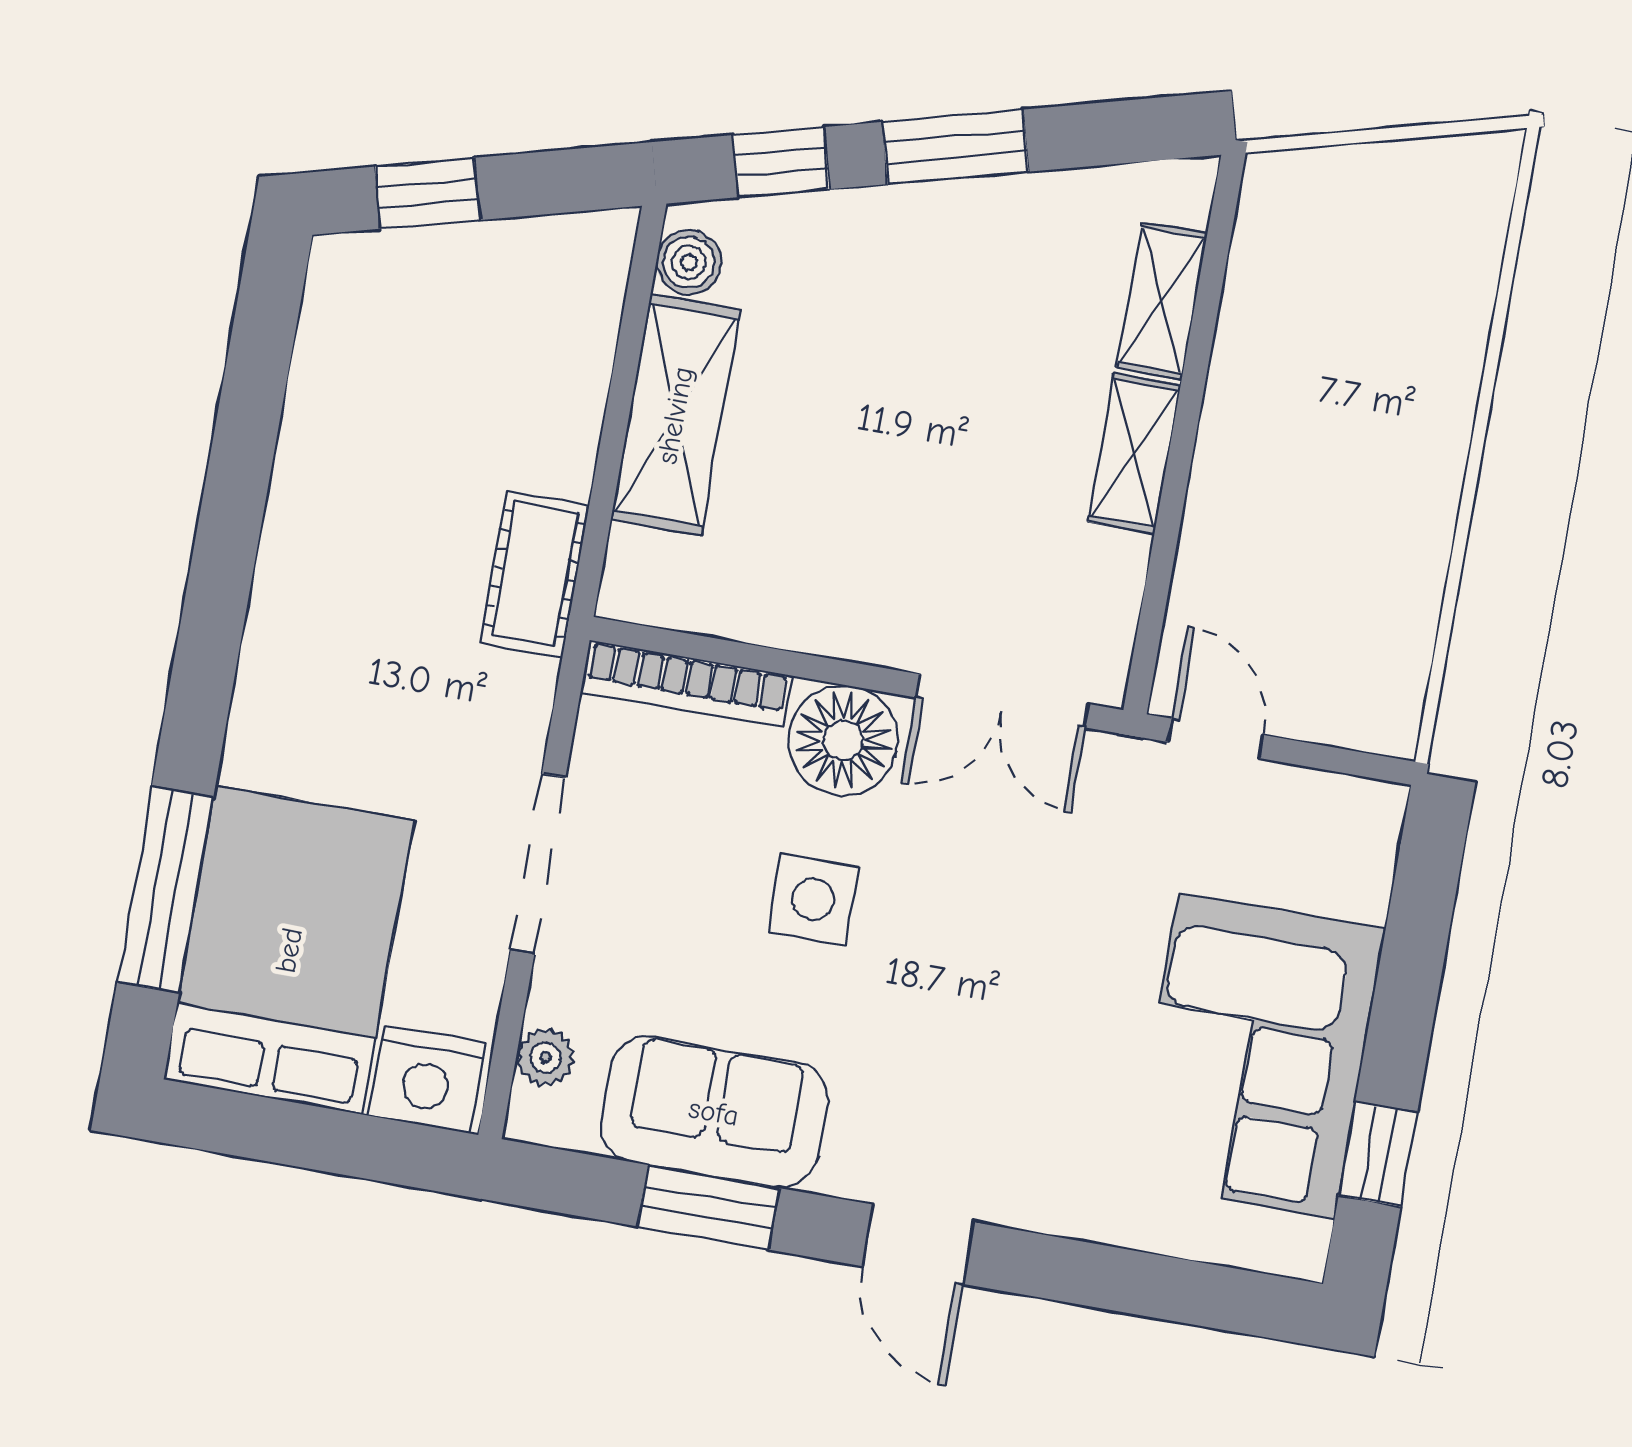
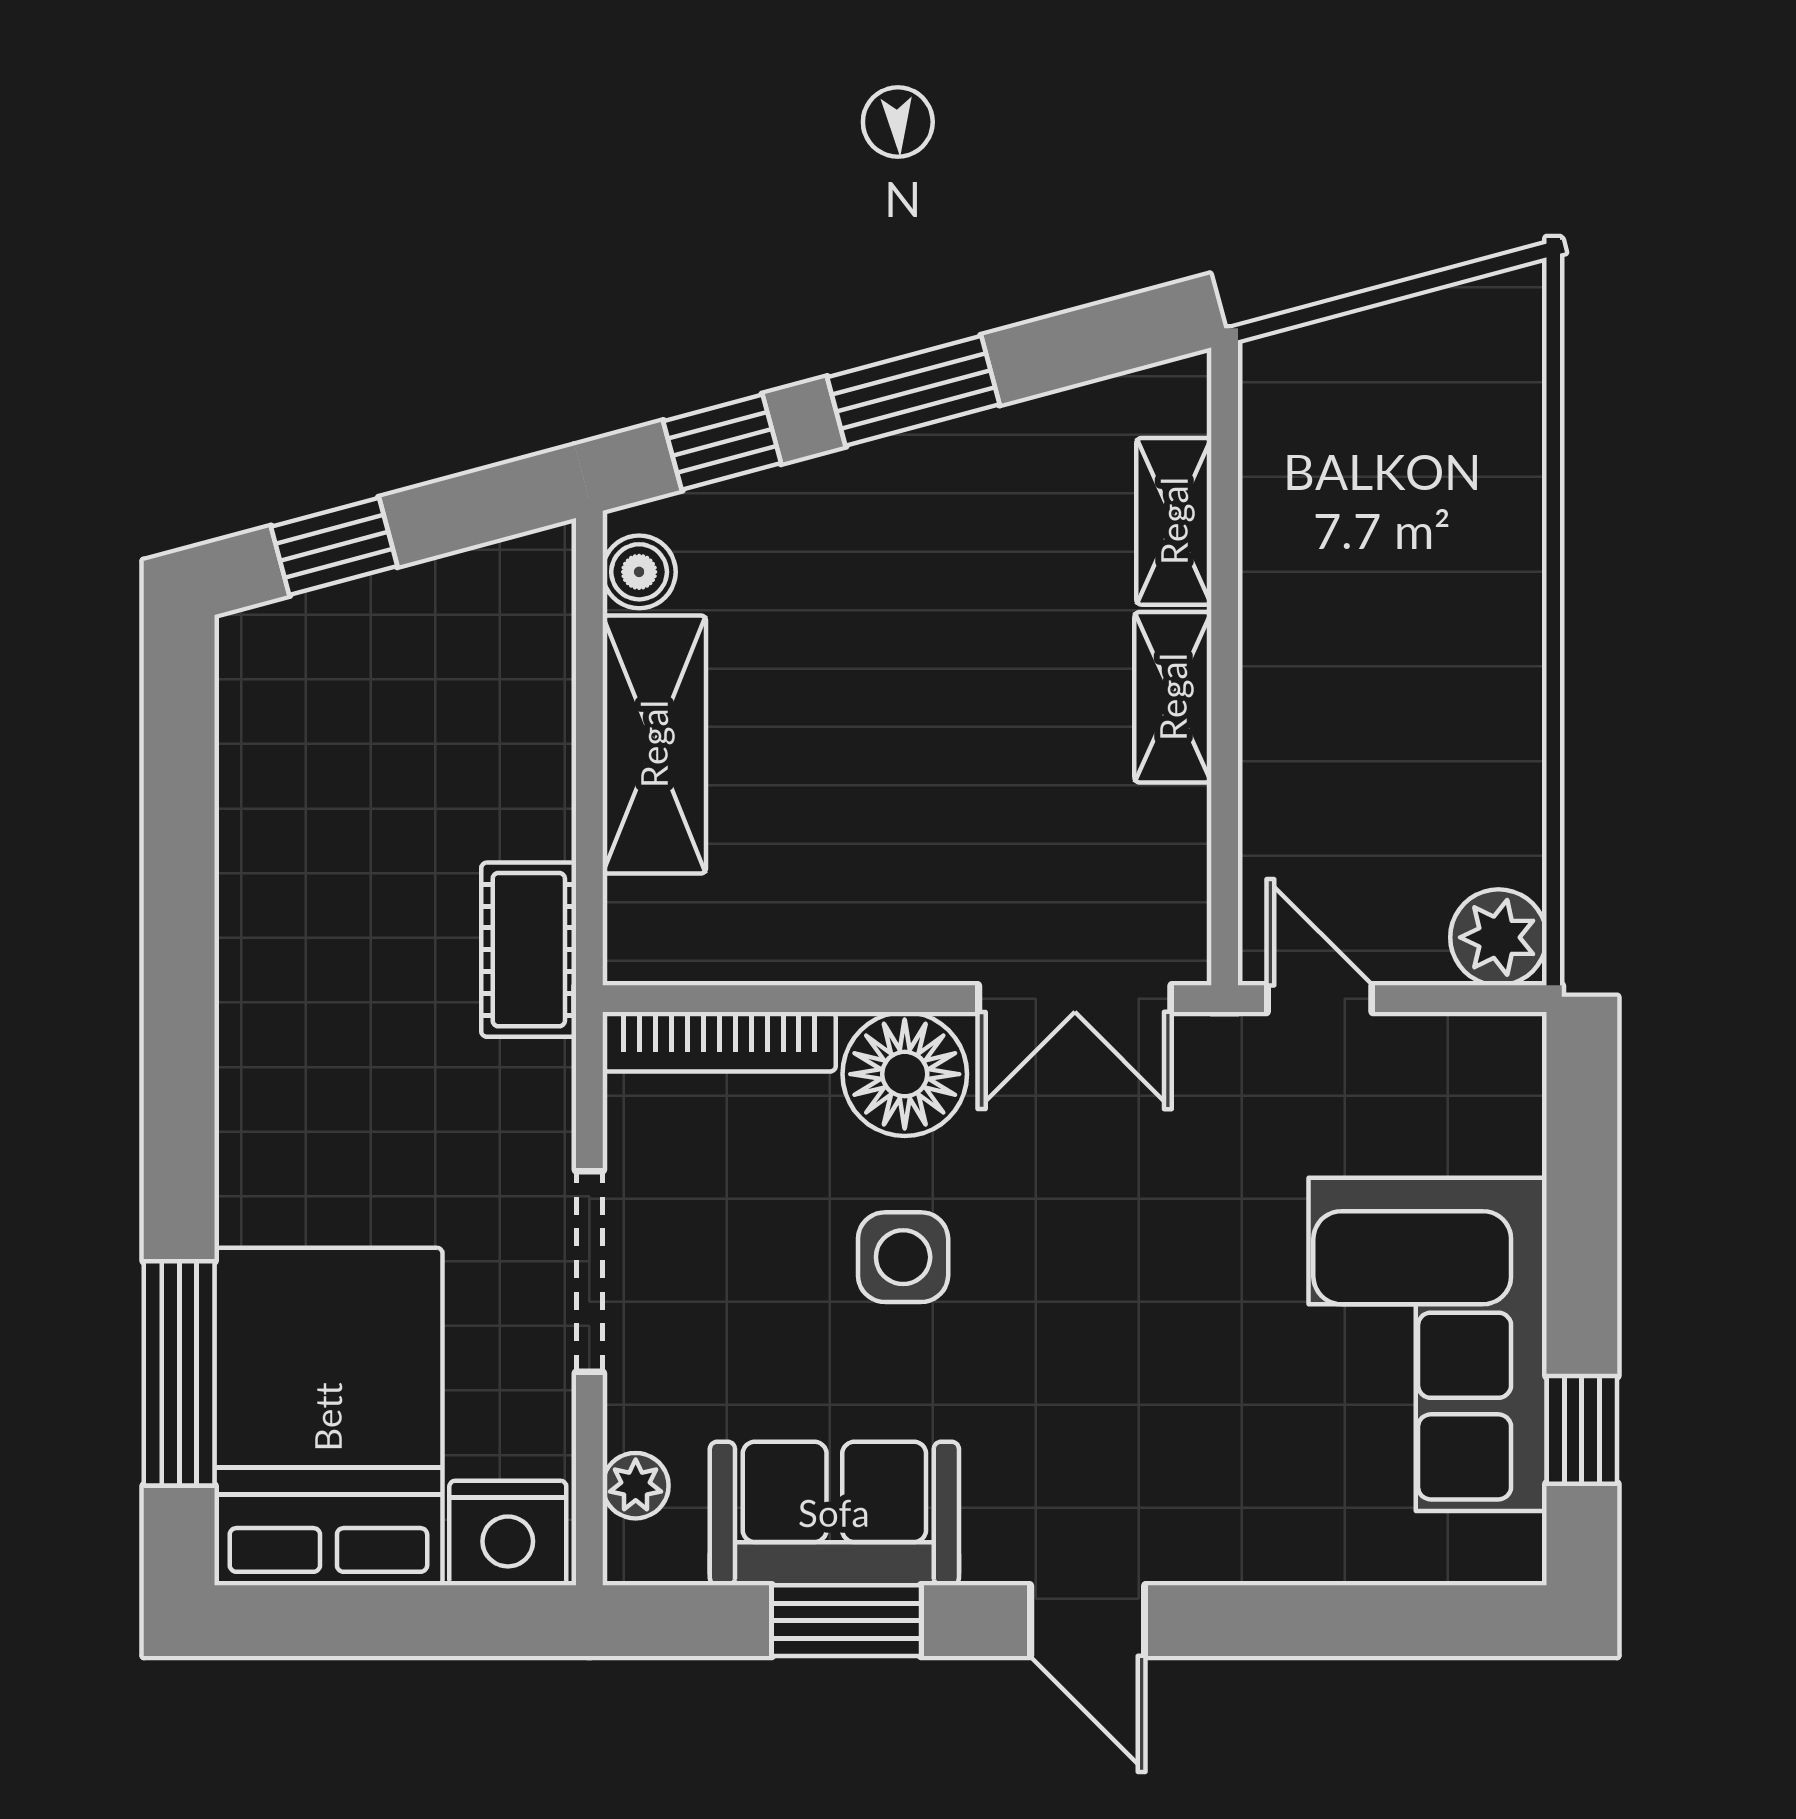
plant: (1381, 712) -> (1498, 937), added

